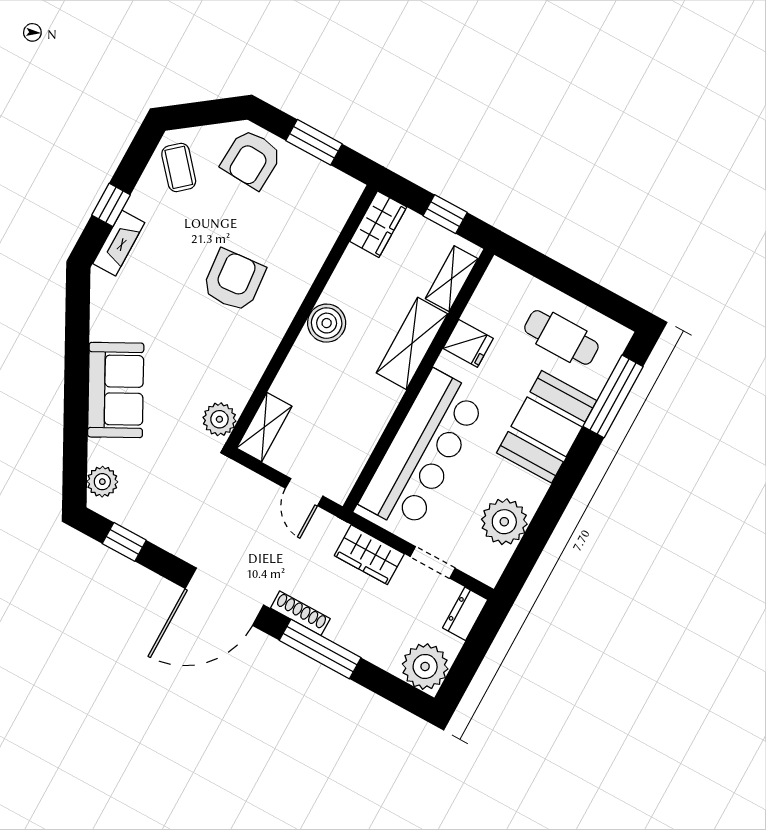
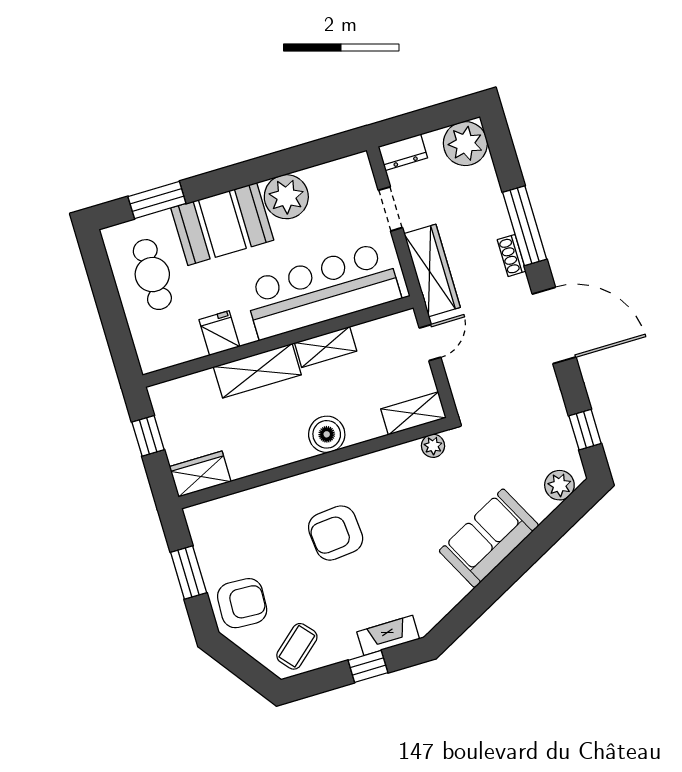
shelving: (452, 279) -> (326, 347), moved
boiler: (327, 323) -> (327, 434), moved
window: (613, 396) -> (157, 200), width x0.69
plant: (219, 419) -> (433, 446), width x0.73, depth x0.73
plant: (504, 522) -> (286, 197), moved
wardrobe: (369, 555) -> (432, 270), width x1.50
shoe rack: (300, 613) -> (512, 255), width x0.70

